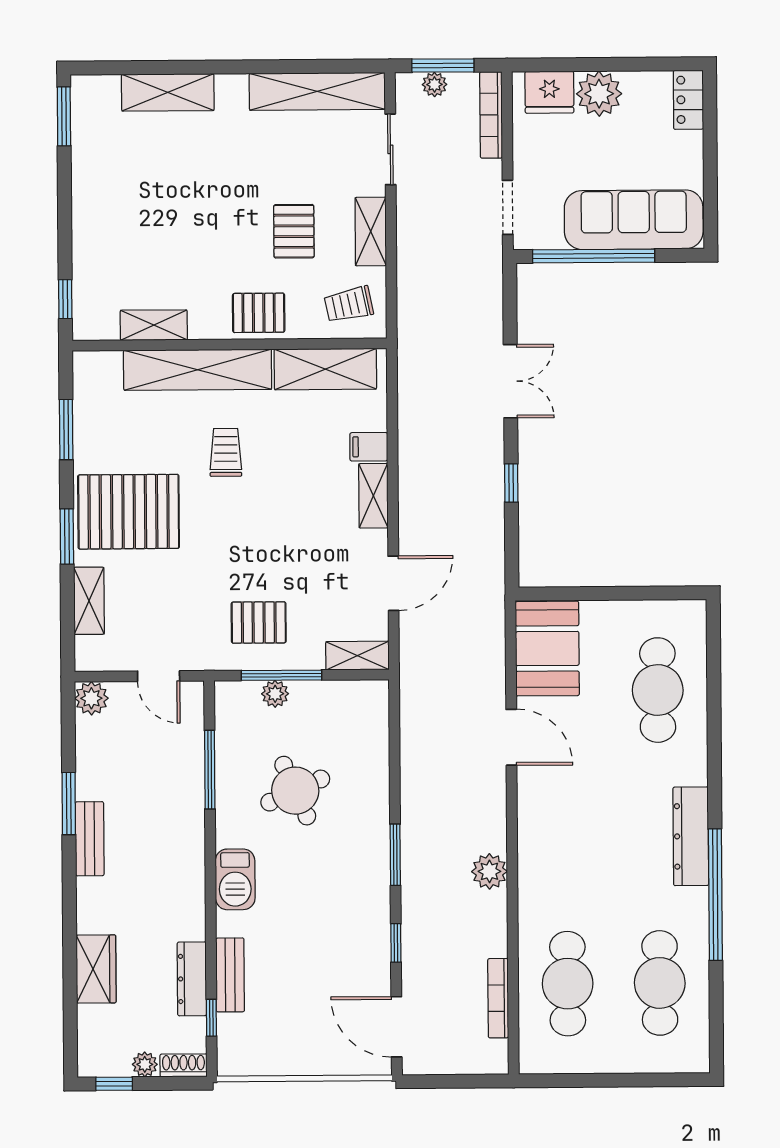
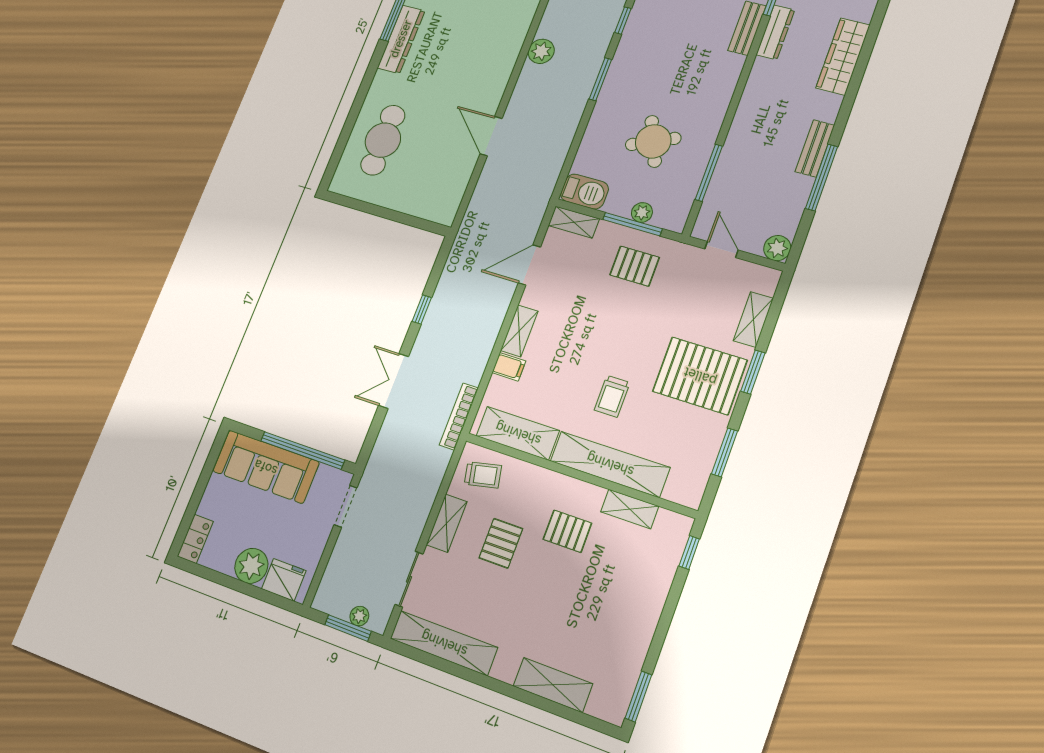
bookcase: (491, 115) -> (459, 416), moved, turned 180
pallet: (259, 313) -> (567, 531), moved
booth: (547, 649) -> (443, 189), removed
window: (69, 804) -> (821, 178), width x1.44
barbecue: (235, 879) -> (584, 192), moved, turned 90
wardrobe: (96, 969) -> (843, 56), width x1.50

